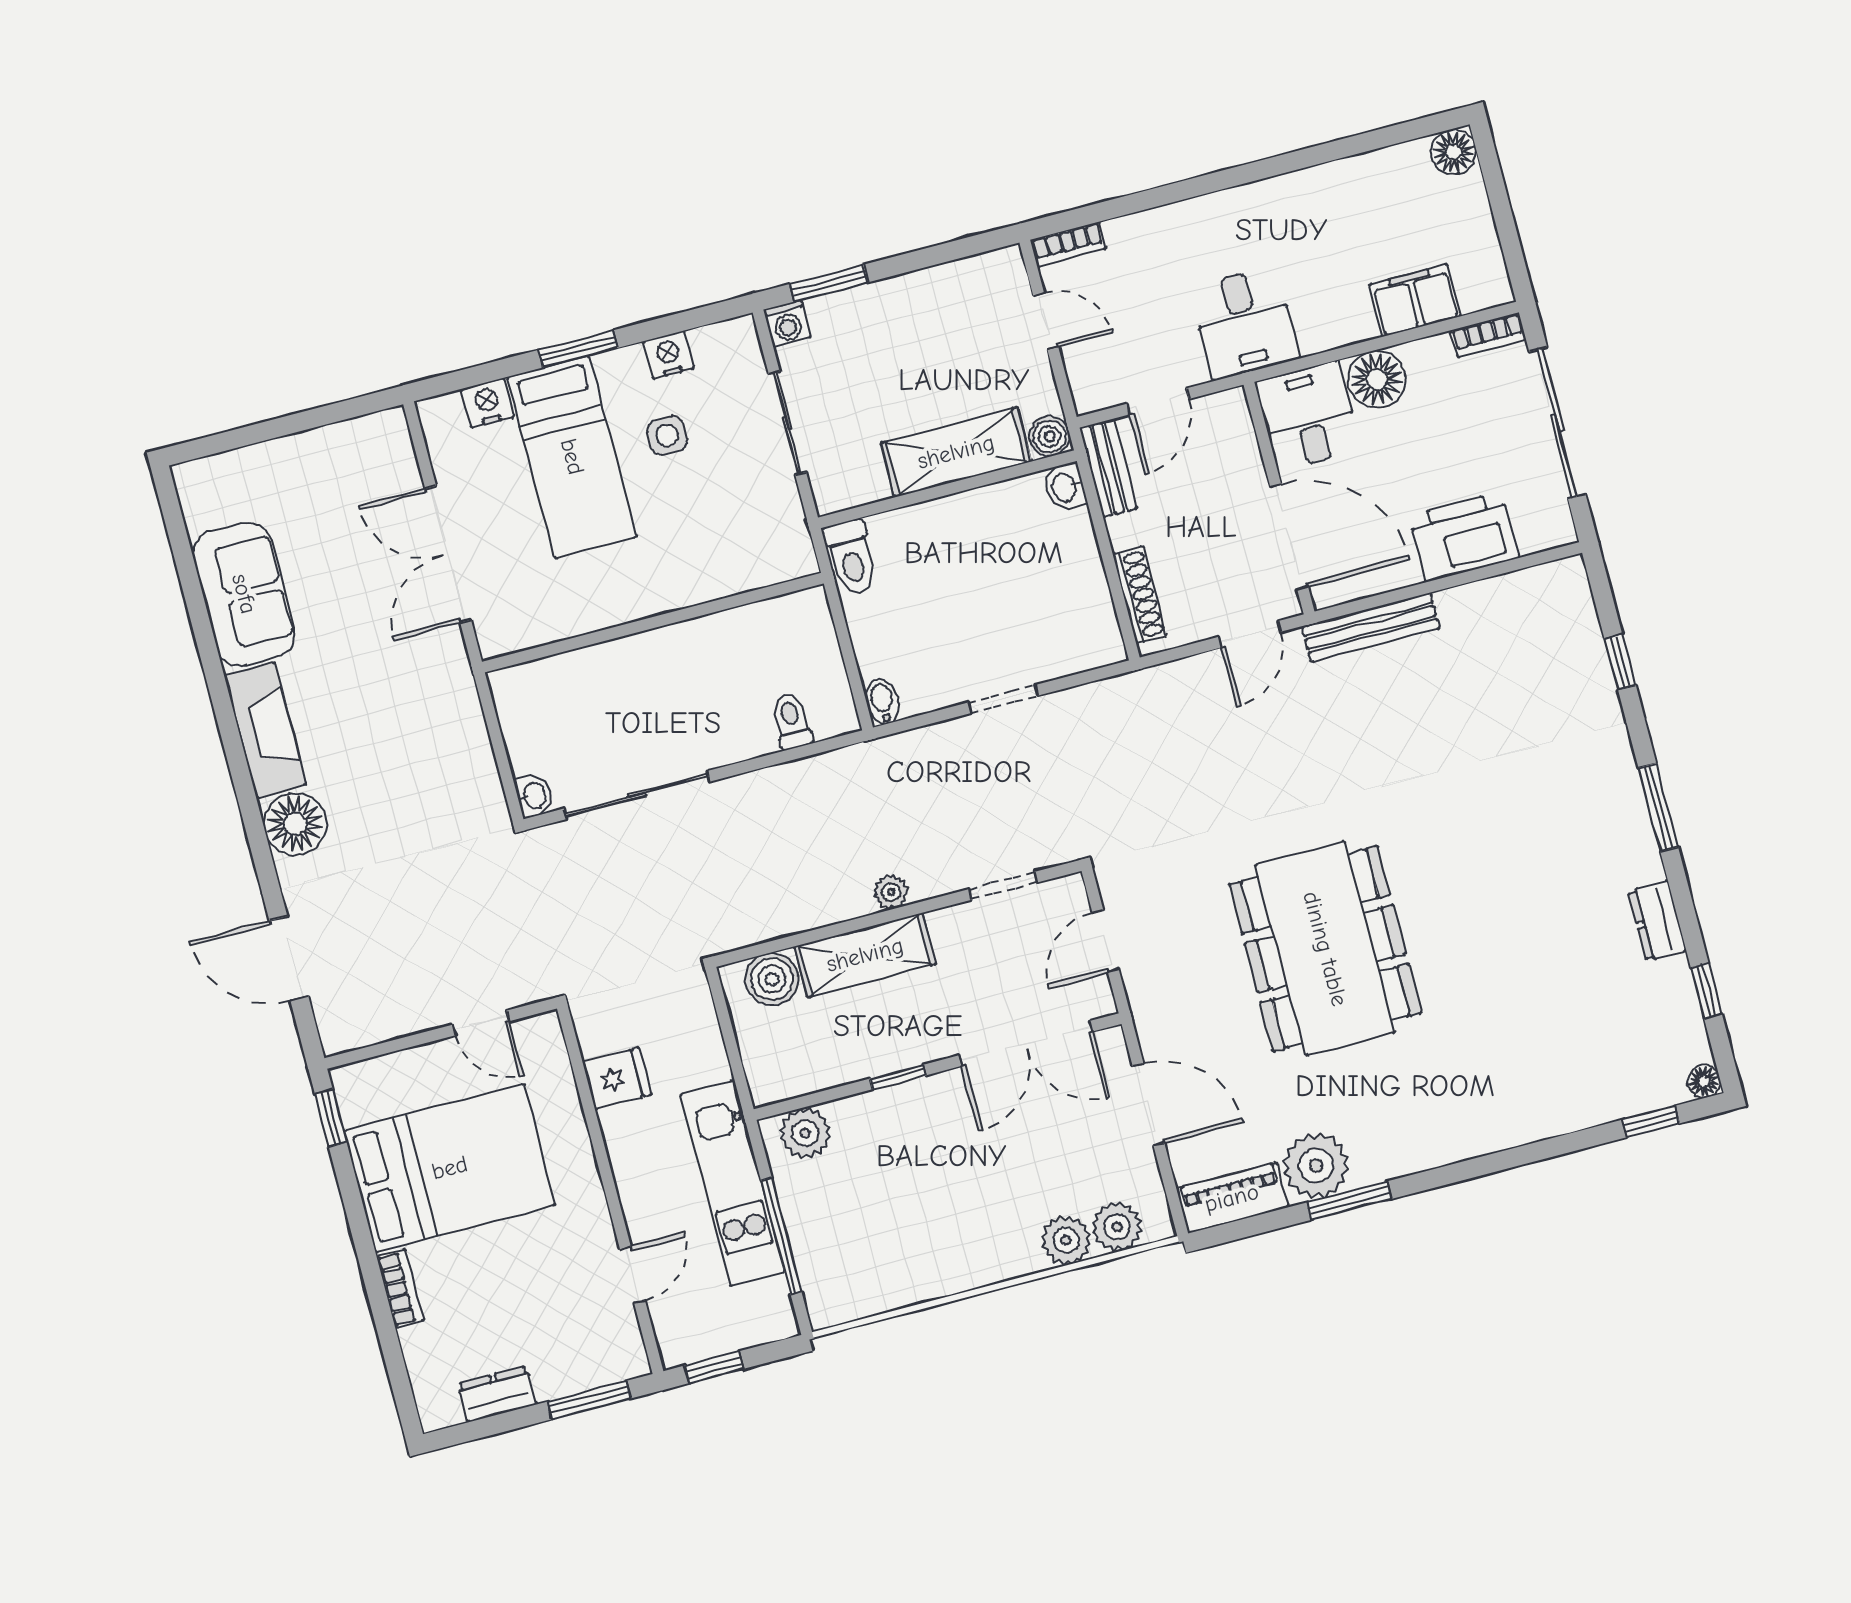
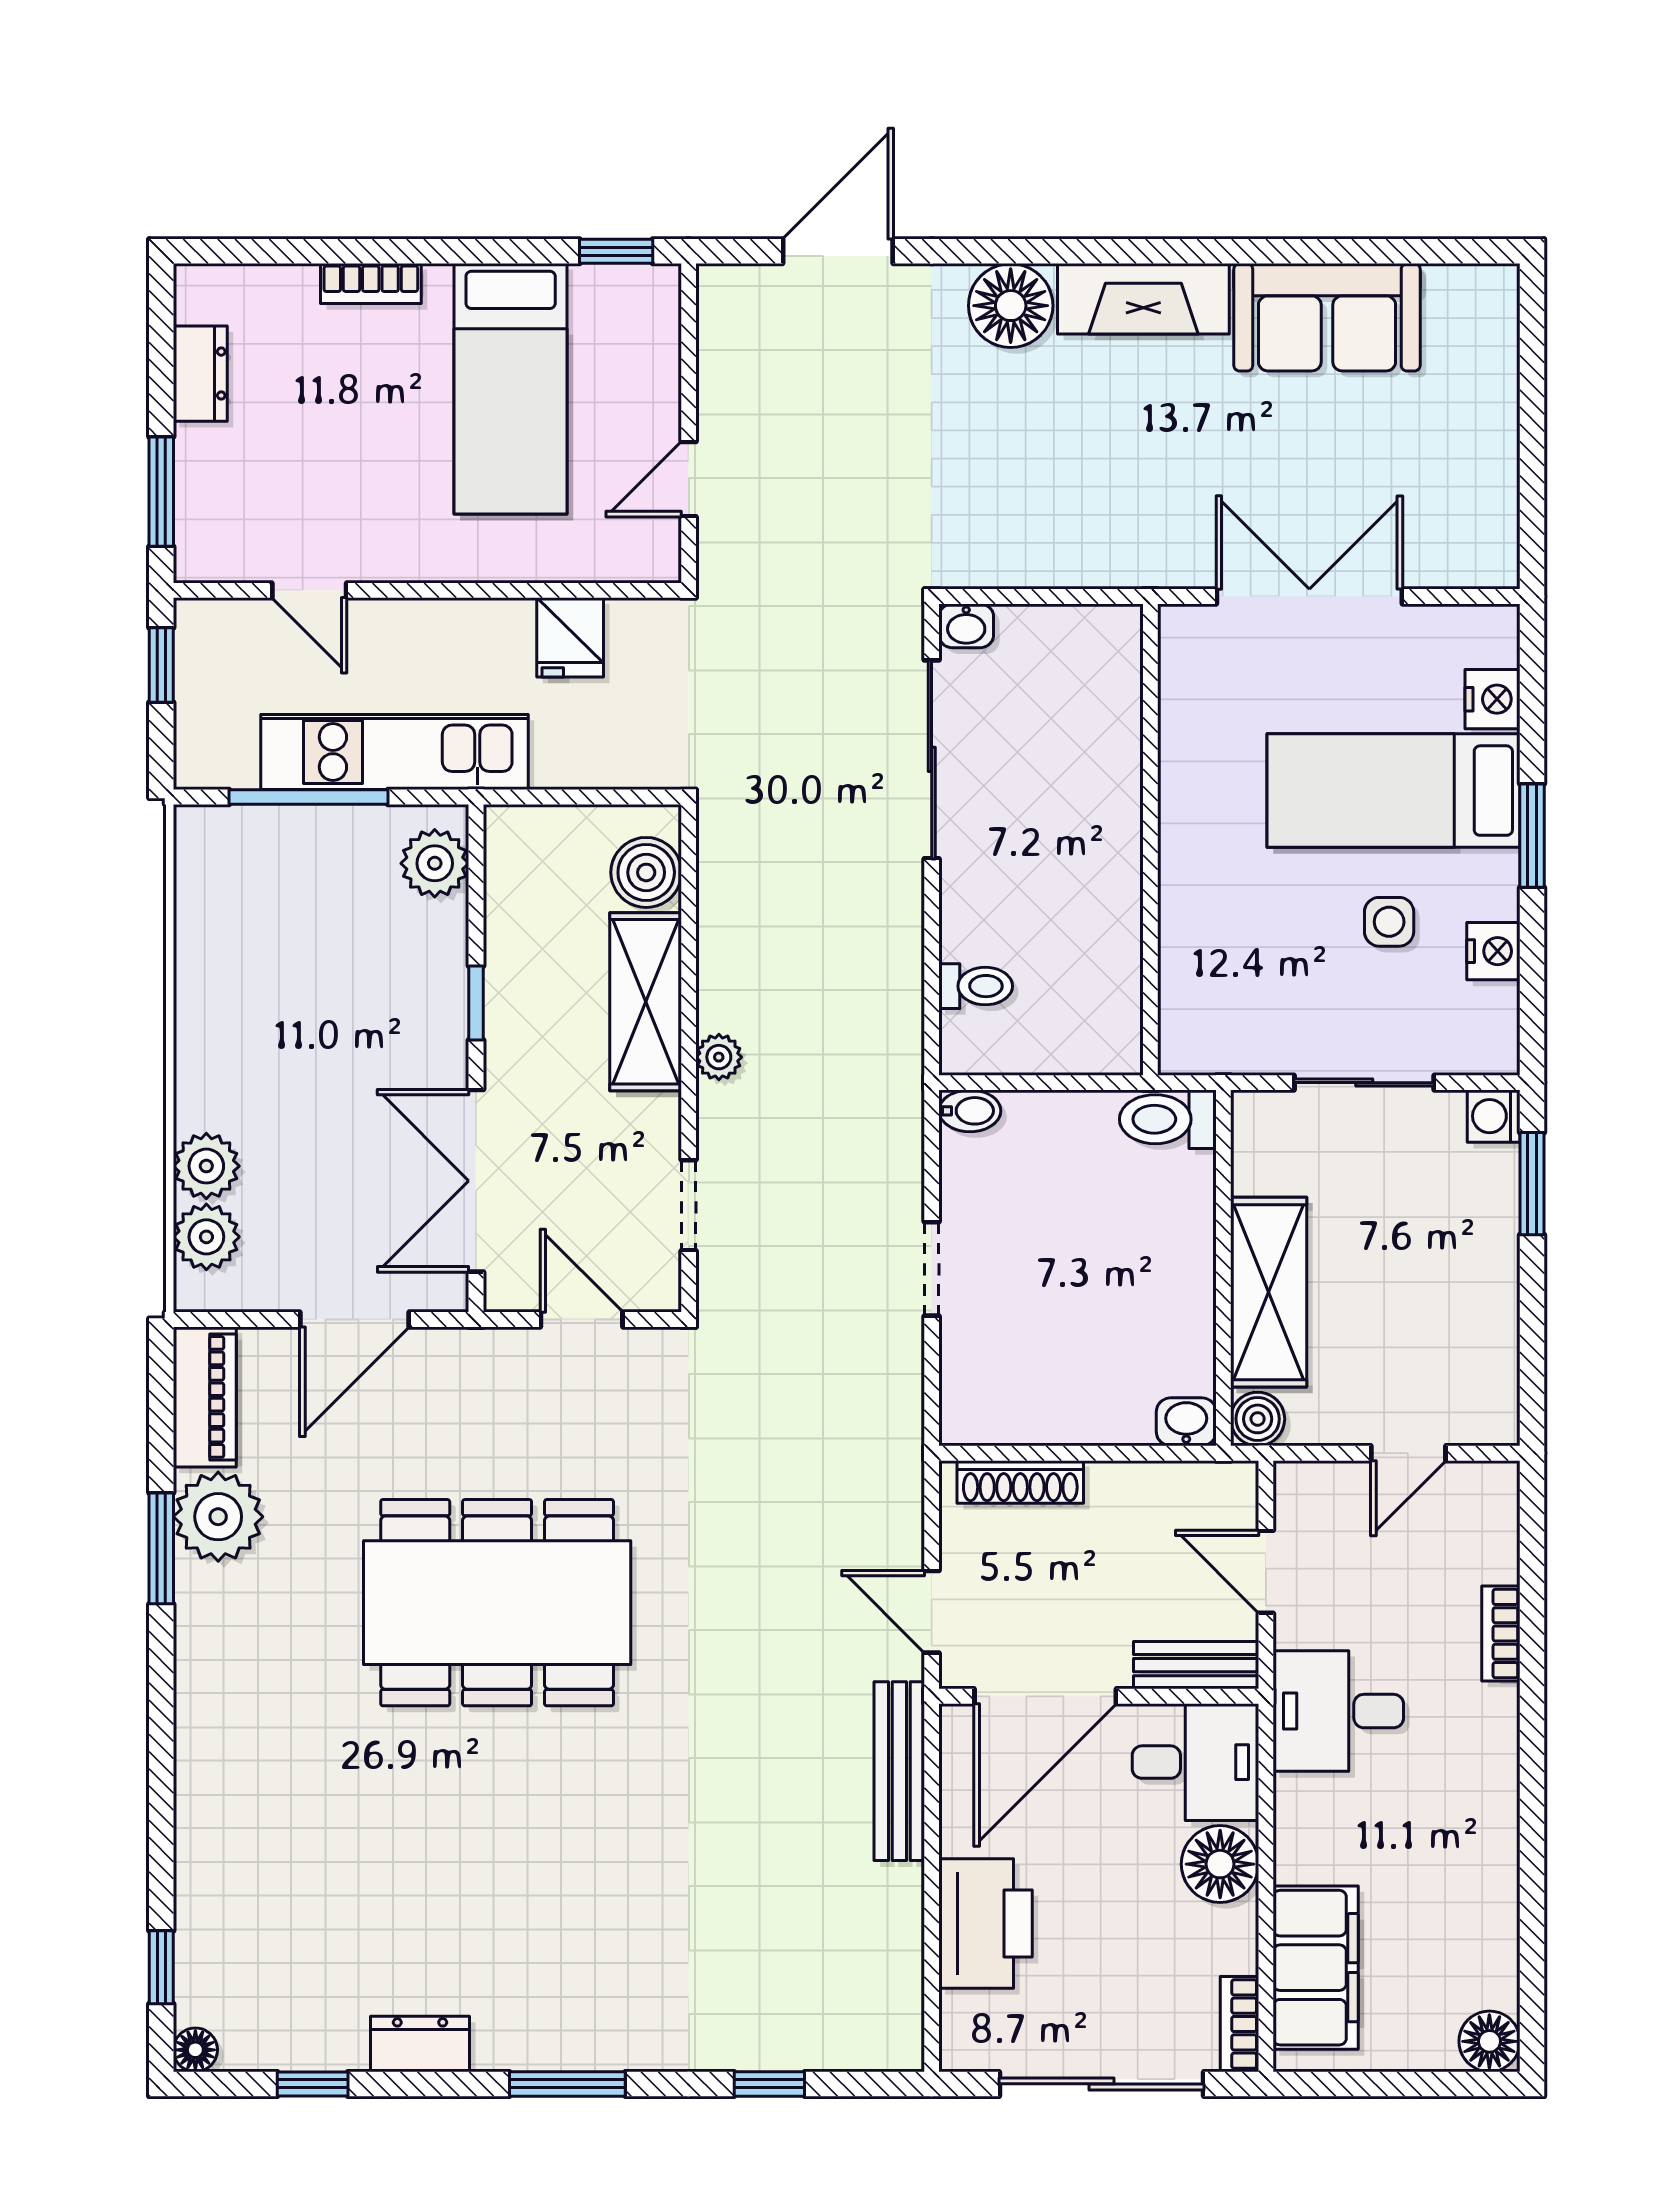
bookcase: (1068, 244) -> (1501, 1634), moved
filing cabinet: (1415, 300) -> (1316, 1968), width x1.50, depth x1.17
bench: (1108, 468) -> (1196, 1665), moved
bed: (450, 1168) -> (511, 389), width x0.67

